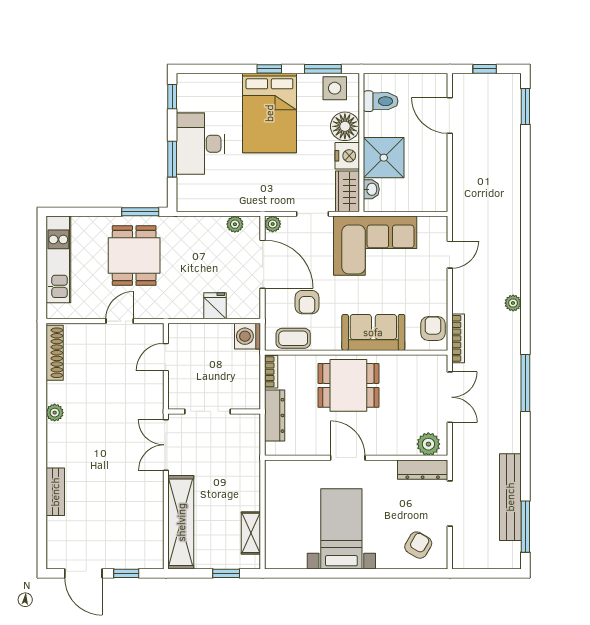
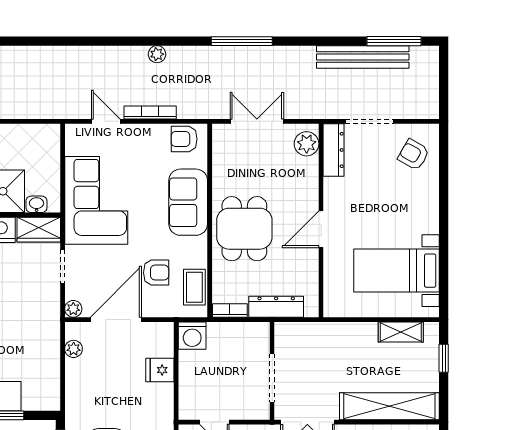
bookcase: (458, 338) -> (150, 112), moved
bed with nightstands: (341, 529) -> (396, 271), moved

